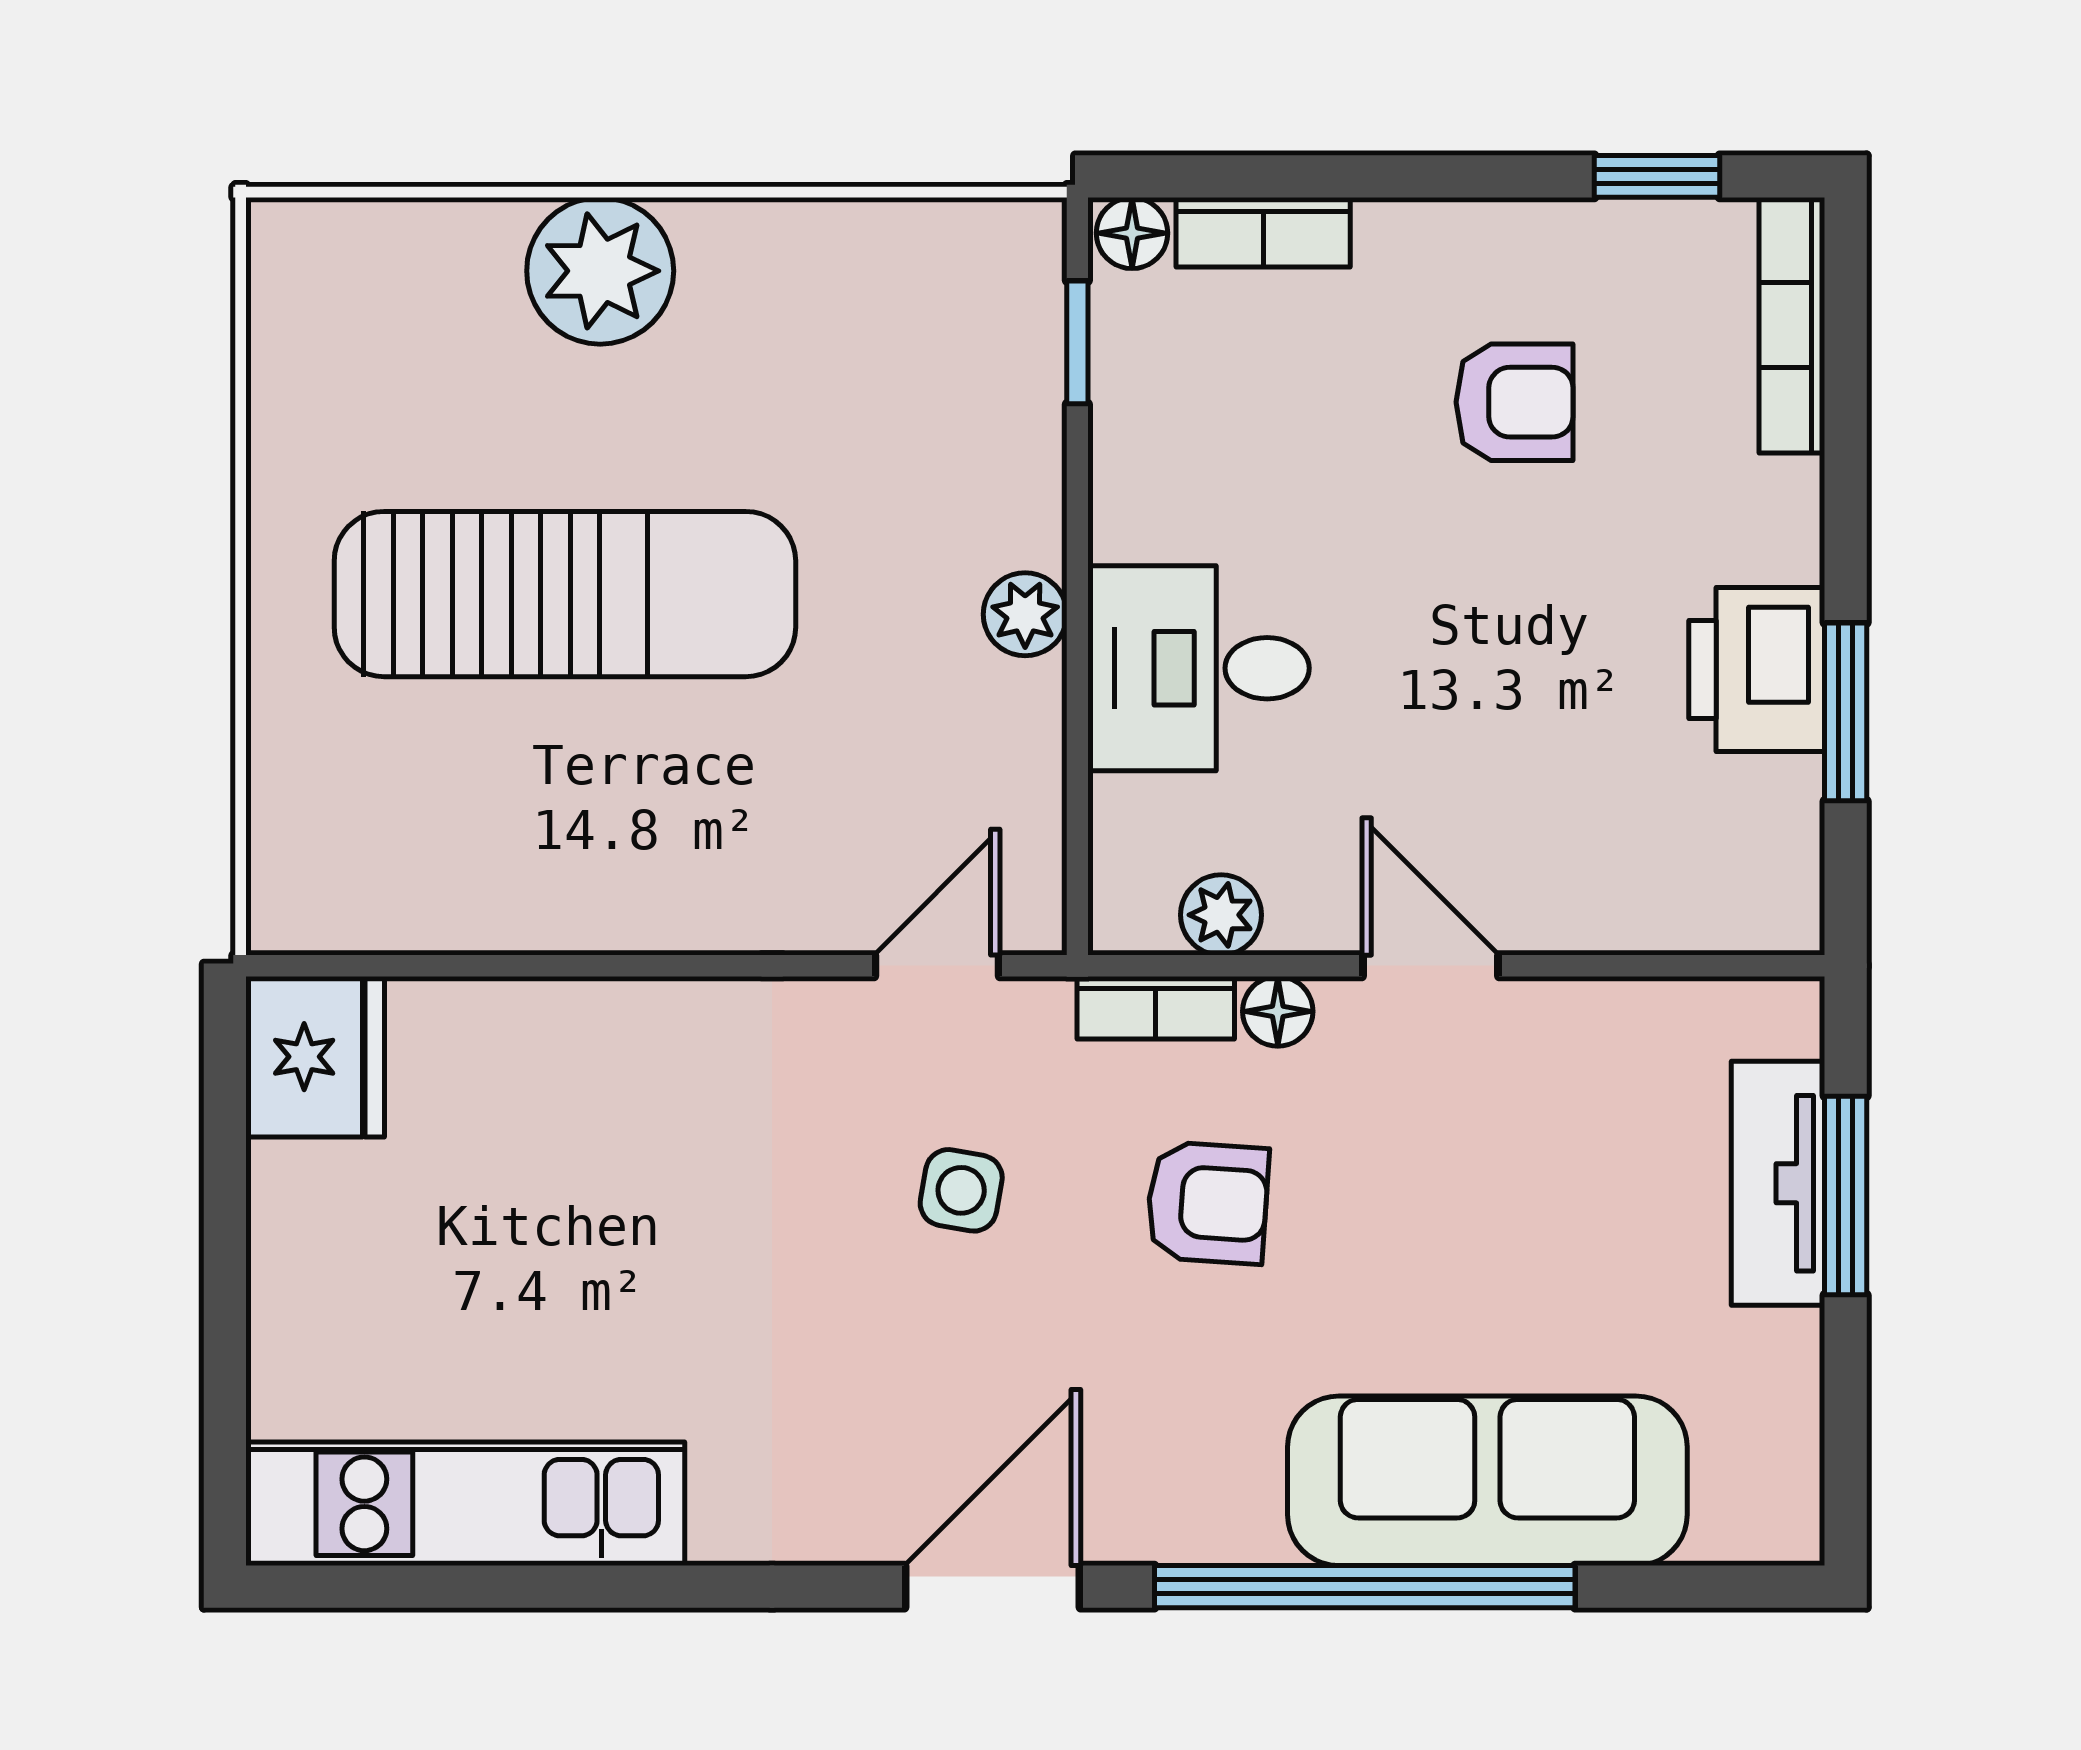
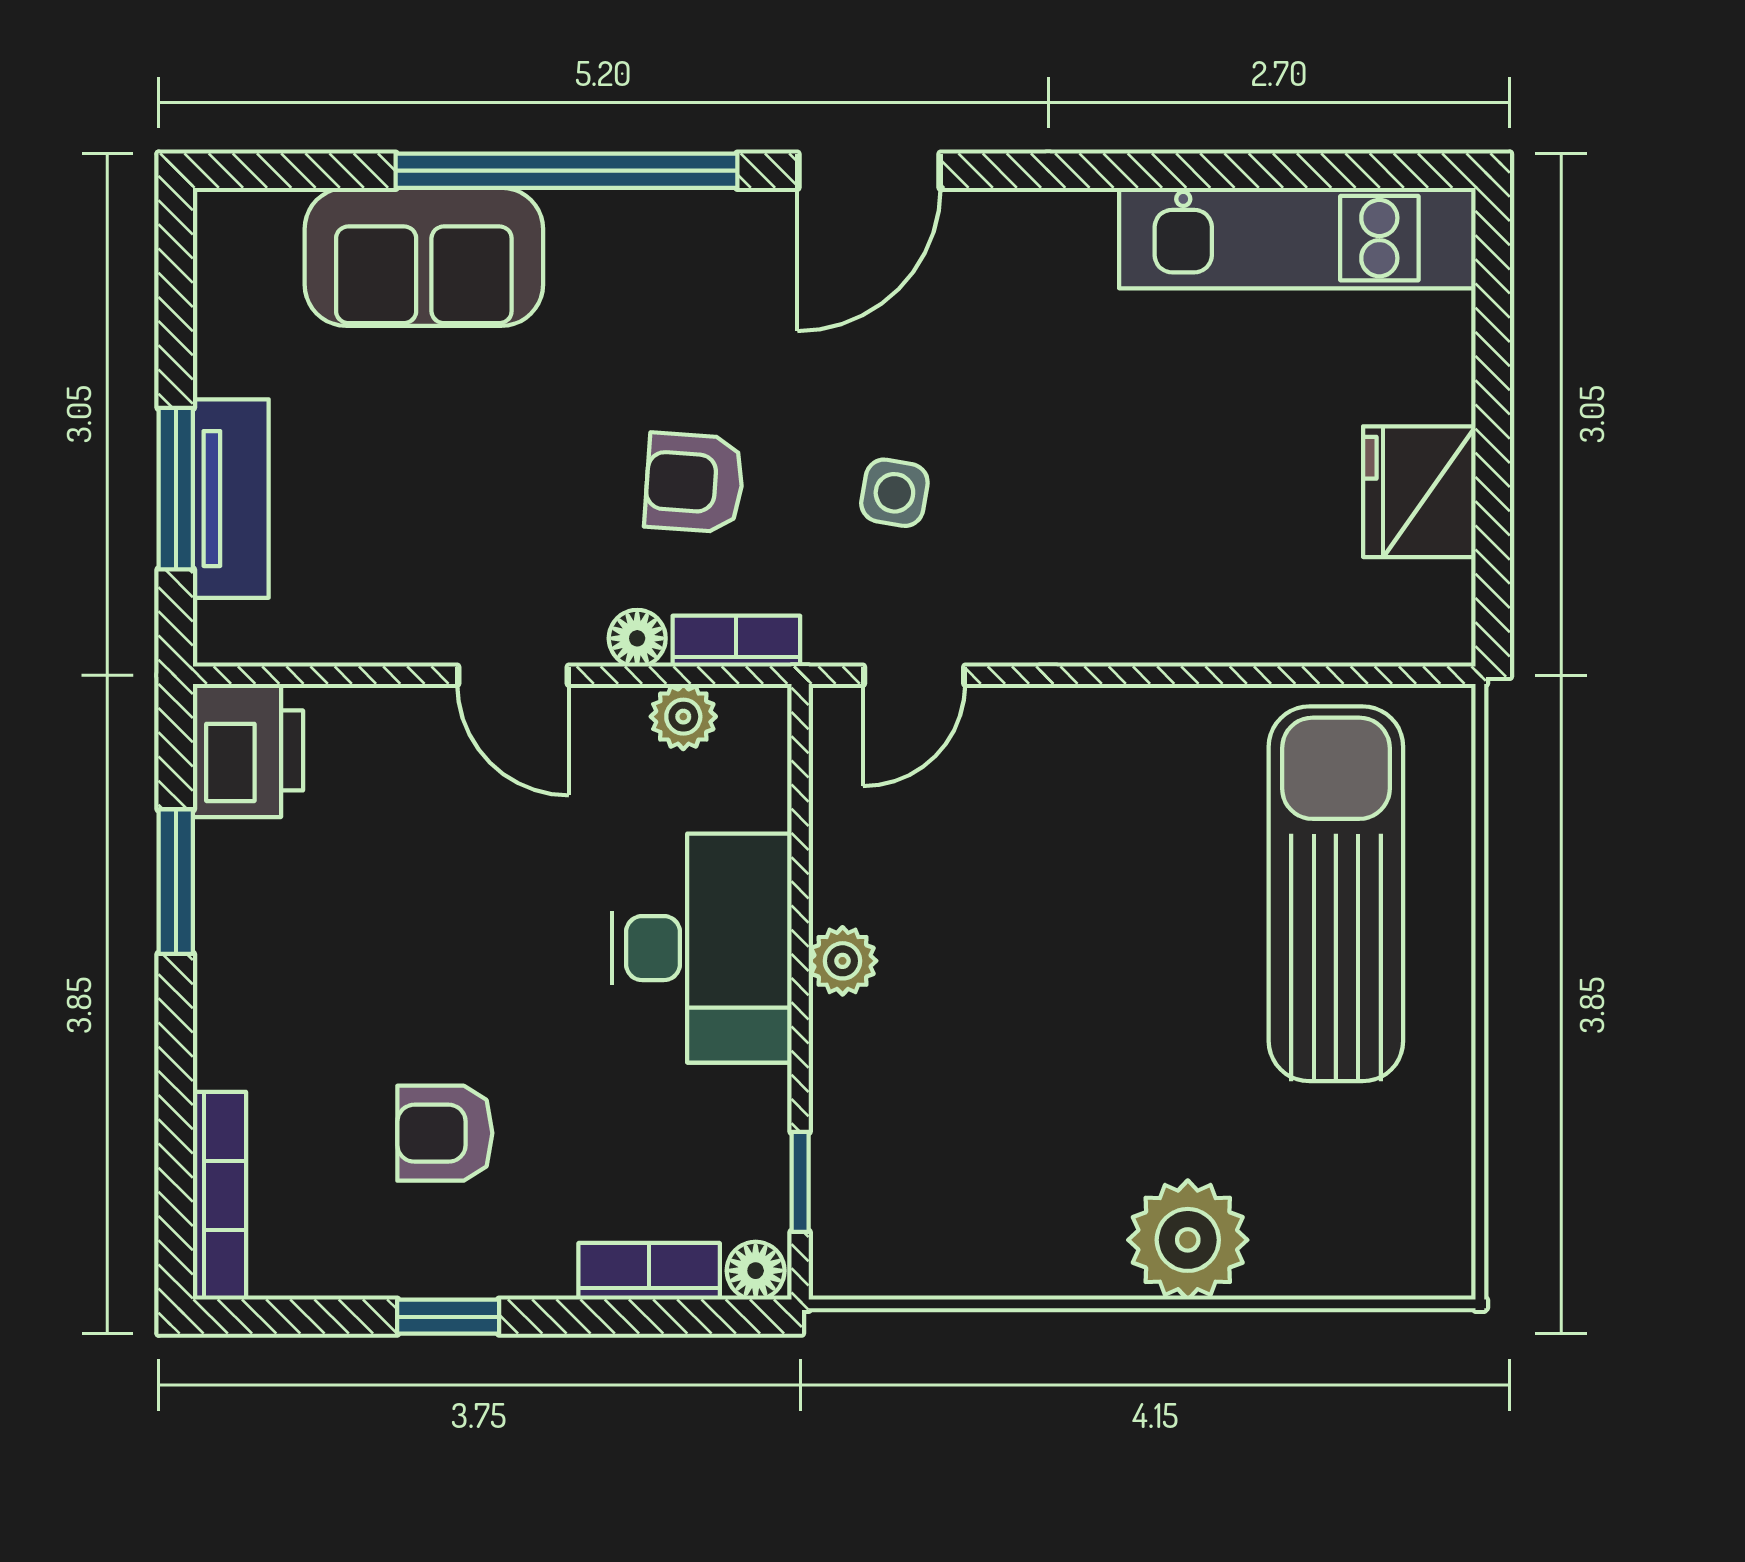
window: (1657, 176) -> (448, 1317), moved
sun lounger: (565, 594) -> (1336, 894), moved, turned 90
desk: (1199, 668) -> (702, 948), width x1.37
printer: (1757, 669) -> (248, 750), moved
fridge: (315, 1057) -> (1419, 492), moved
sofa: (1487, 1481) -> (424, 257), width x0.73

